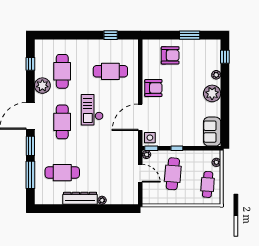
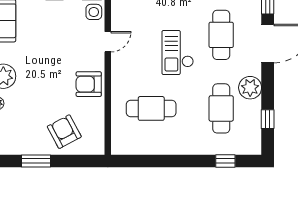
window: (111, 35) -> (225, 161), moved
armchair: (170, 55) -> (64, 132), turned 62
checkout: (92, 110) -> (178, 52), turned 180
door: (140, 117) -> (108, 42), width x0.53

